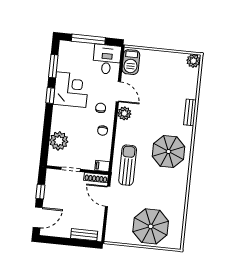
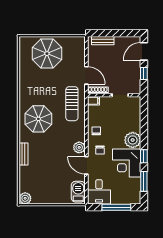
plant: (59, 141) -> (133, 140), moved

